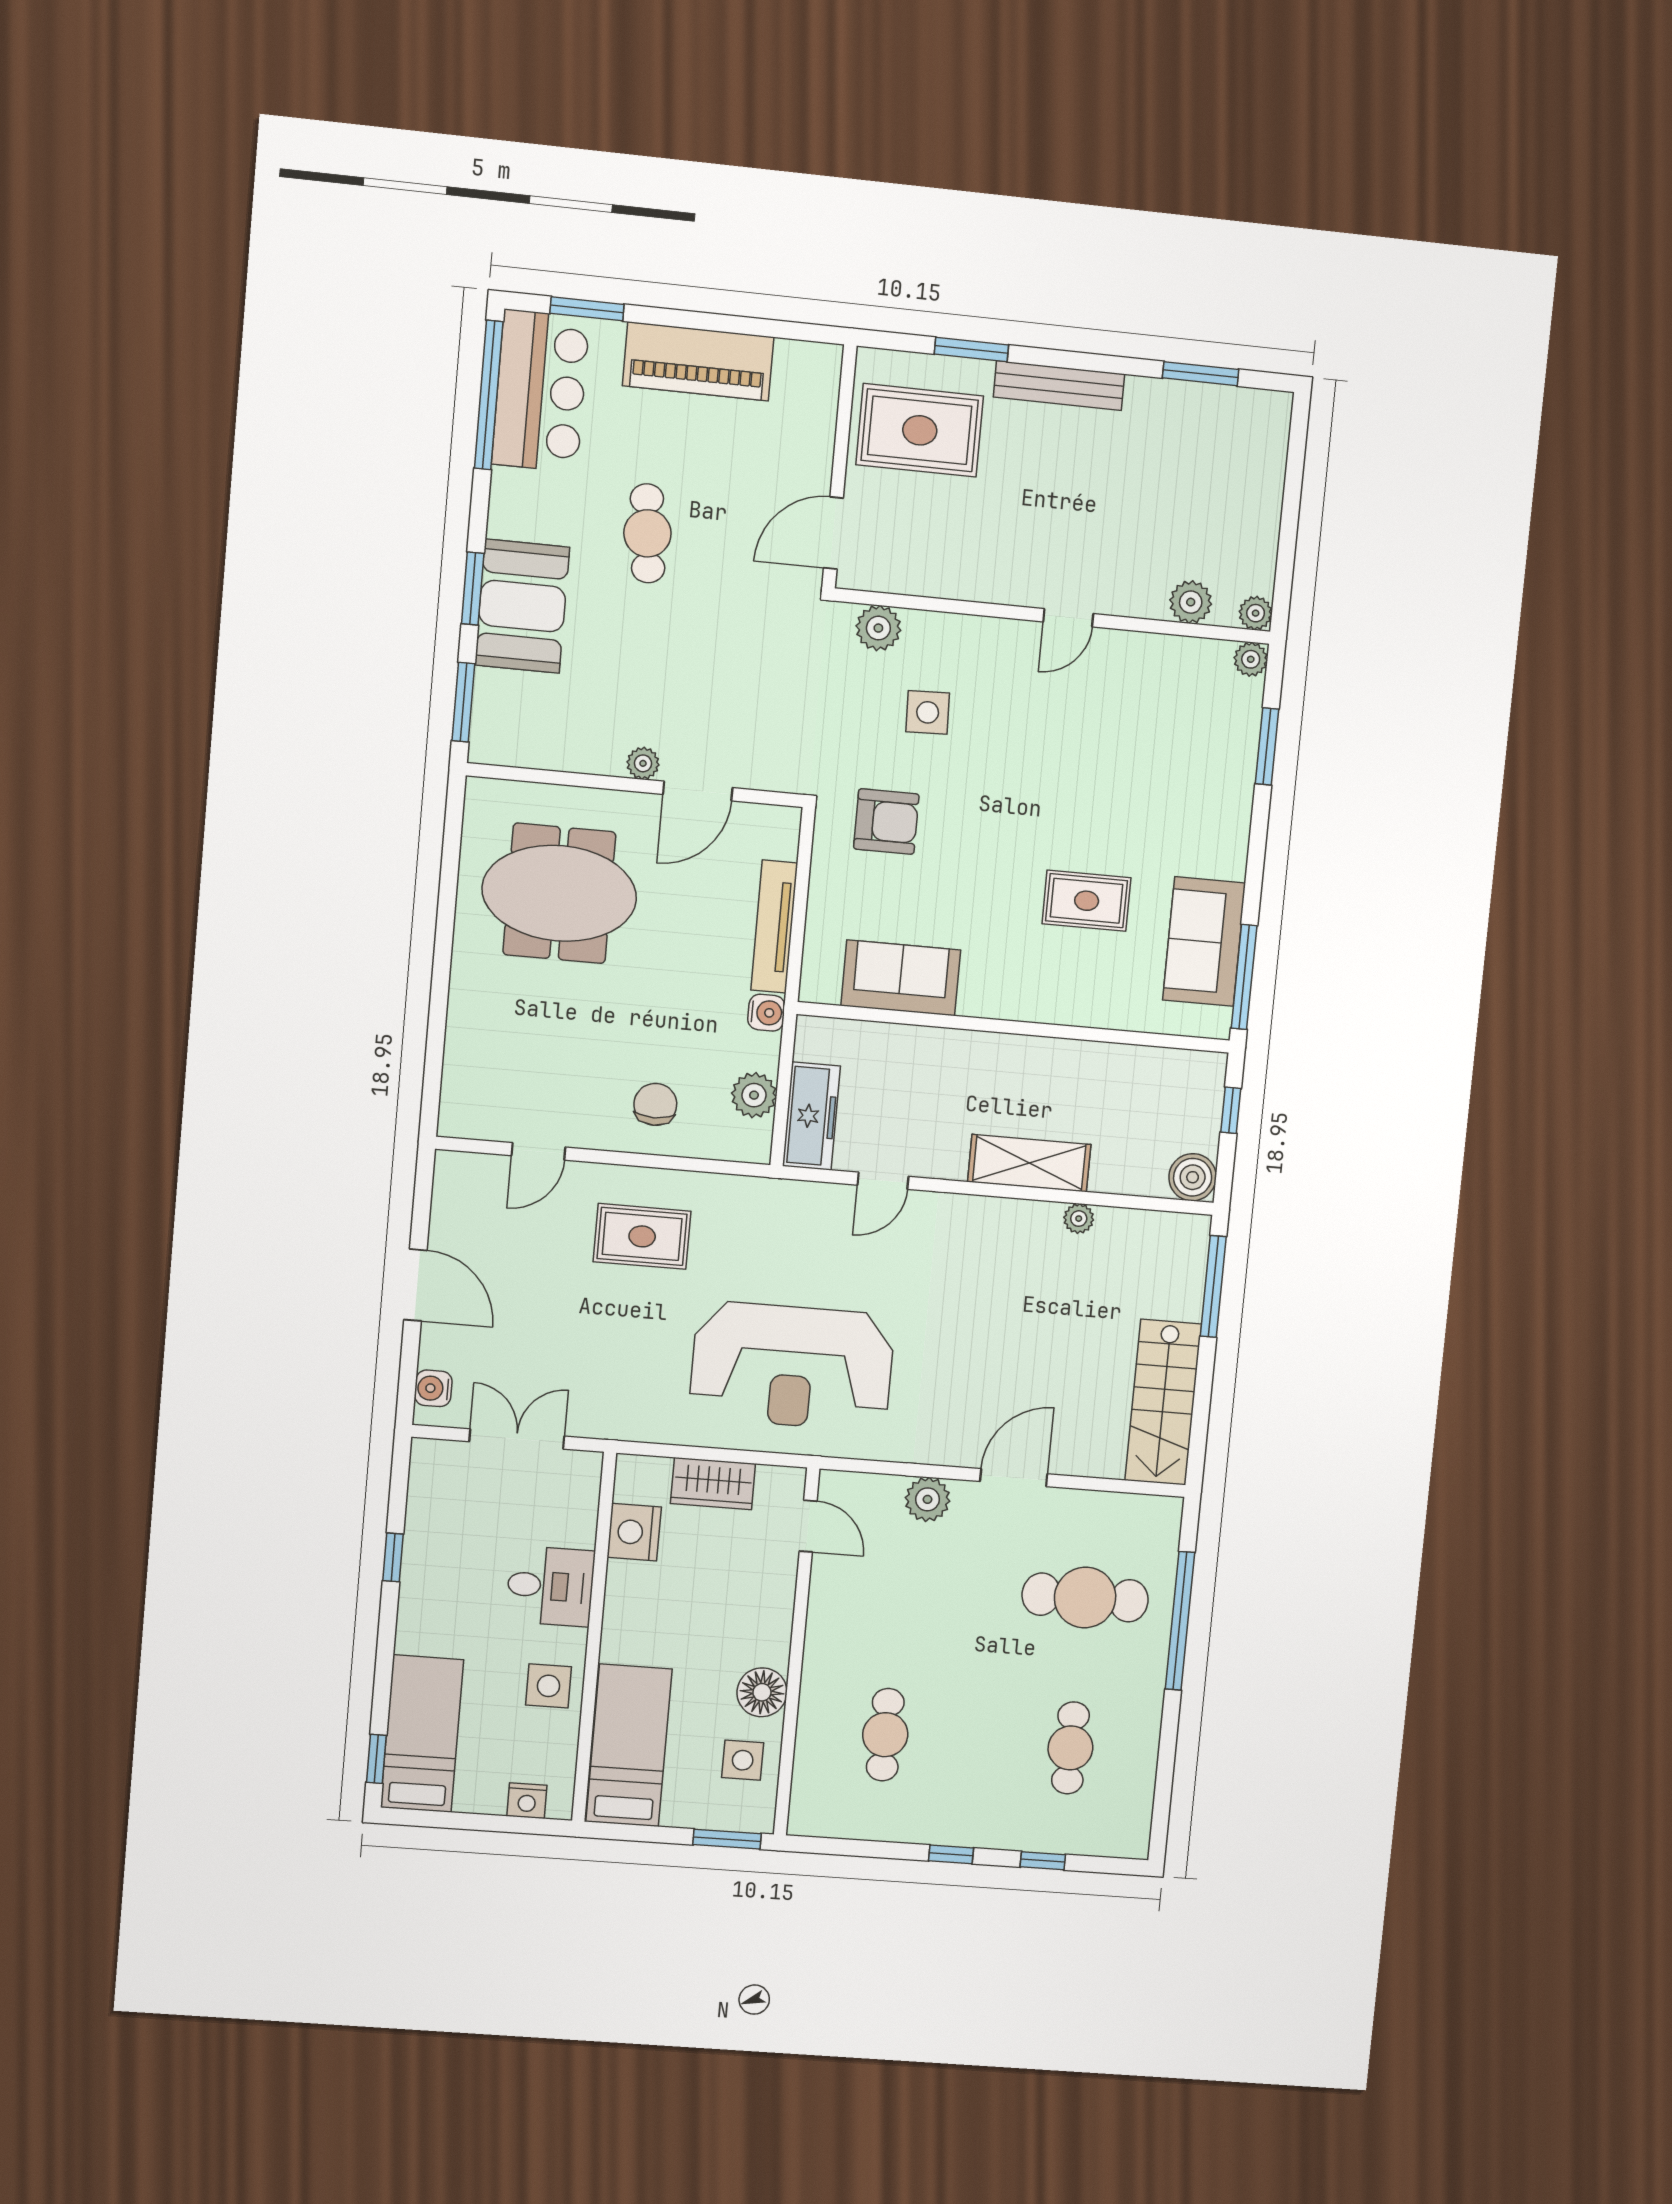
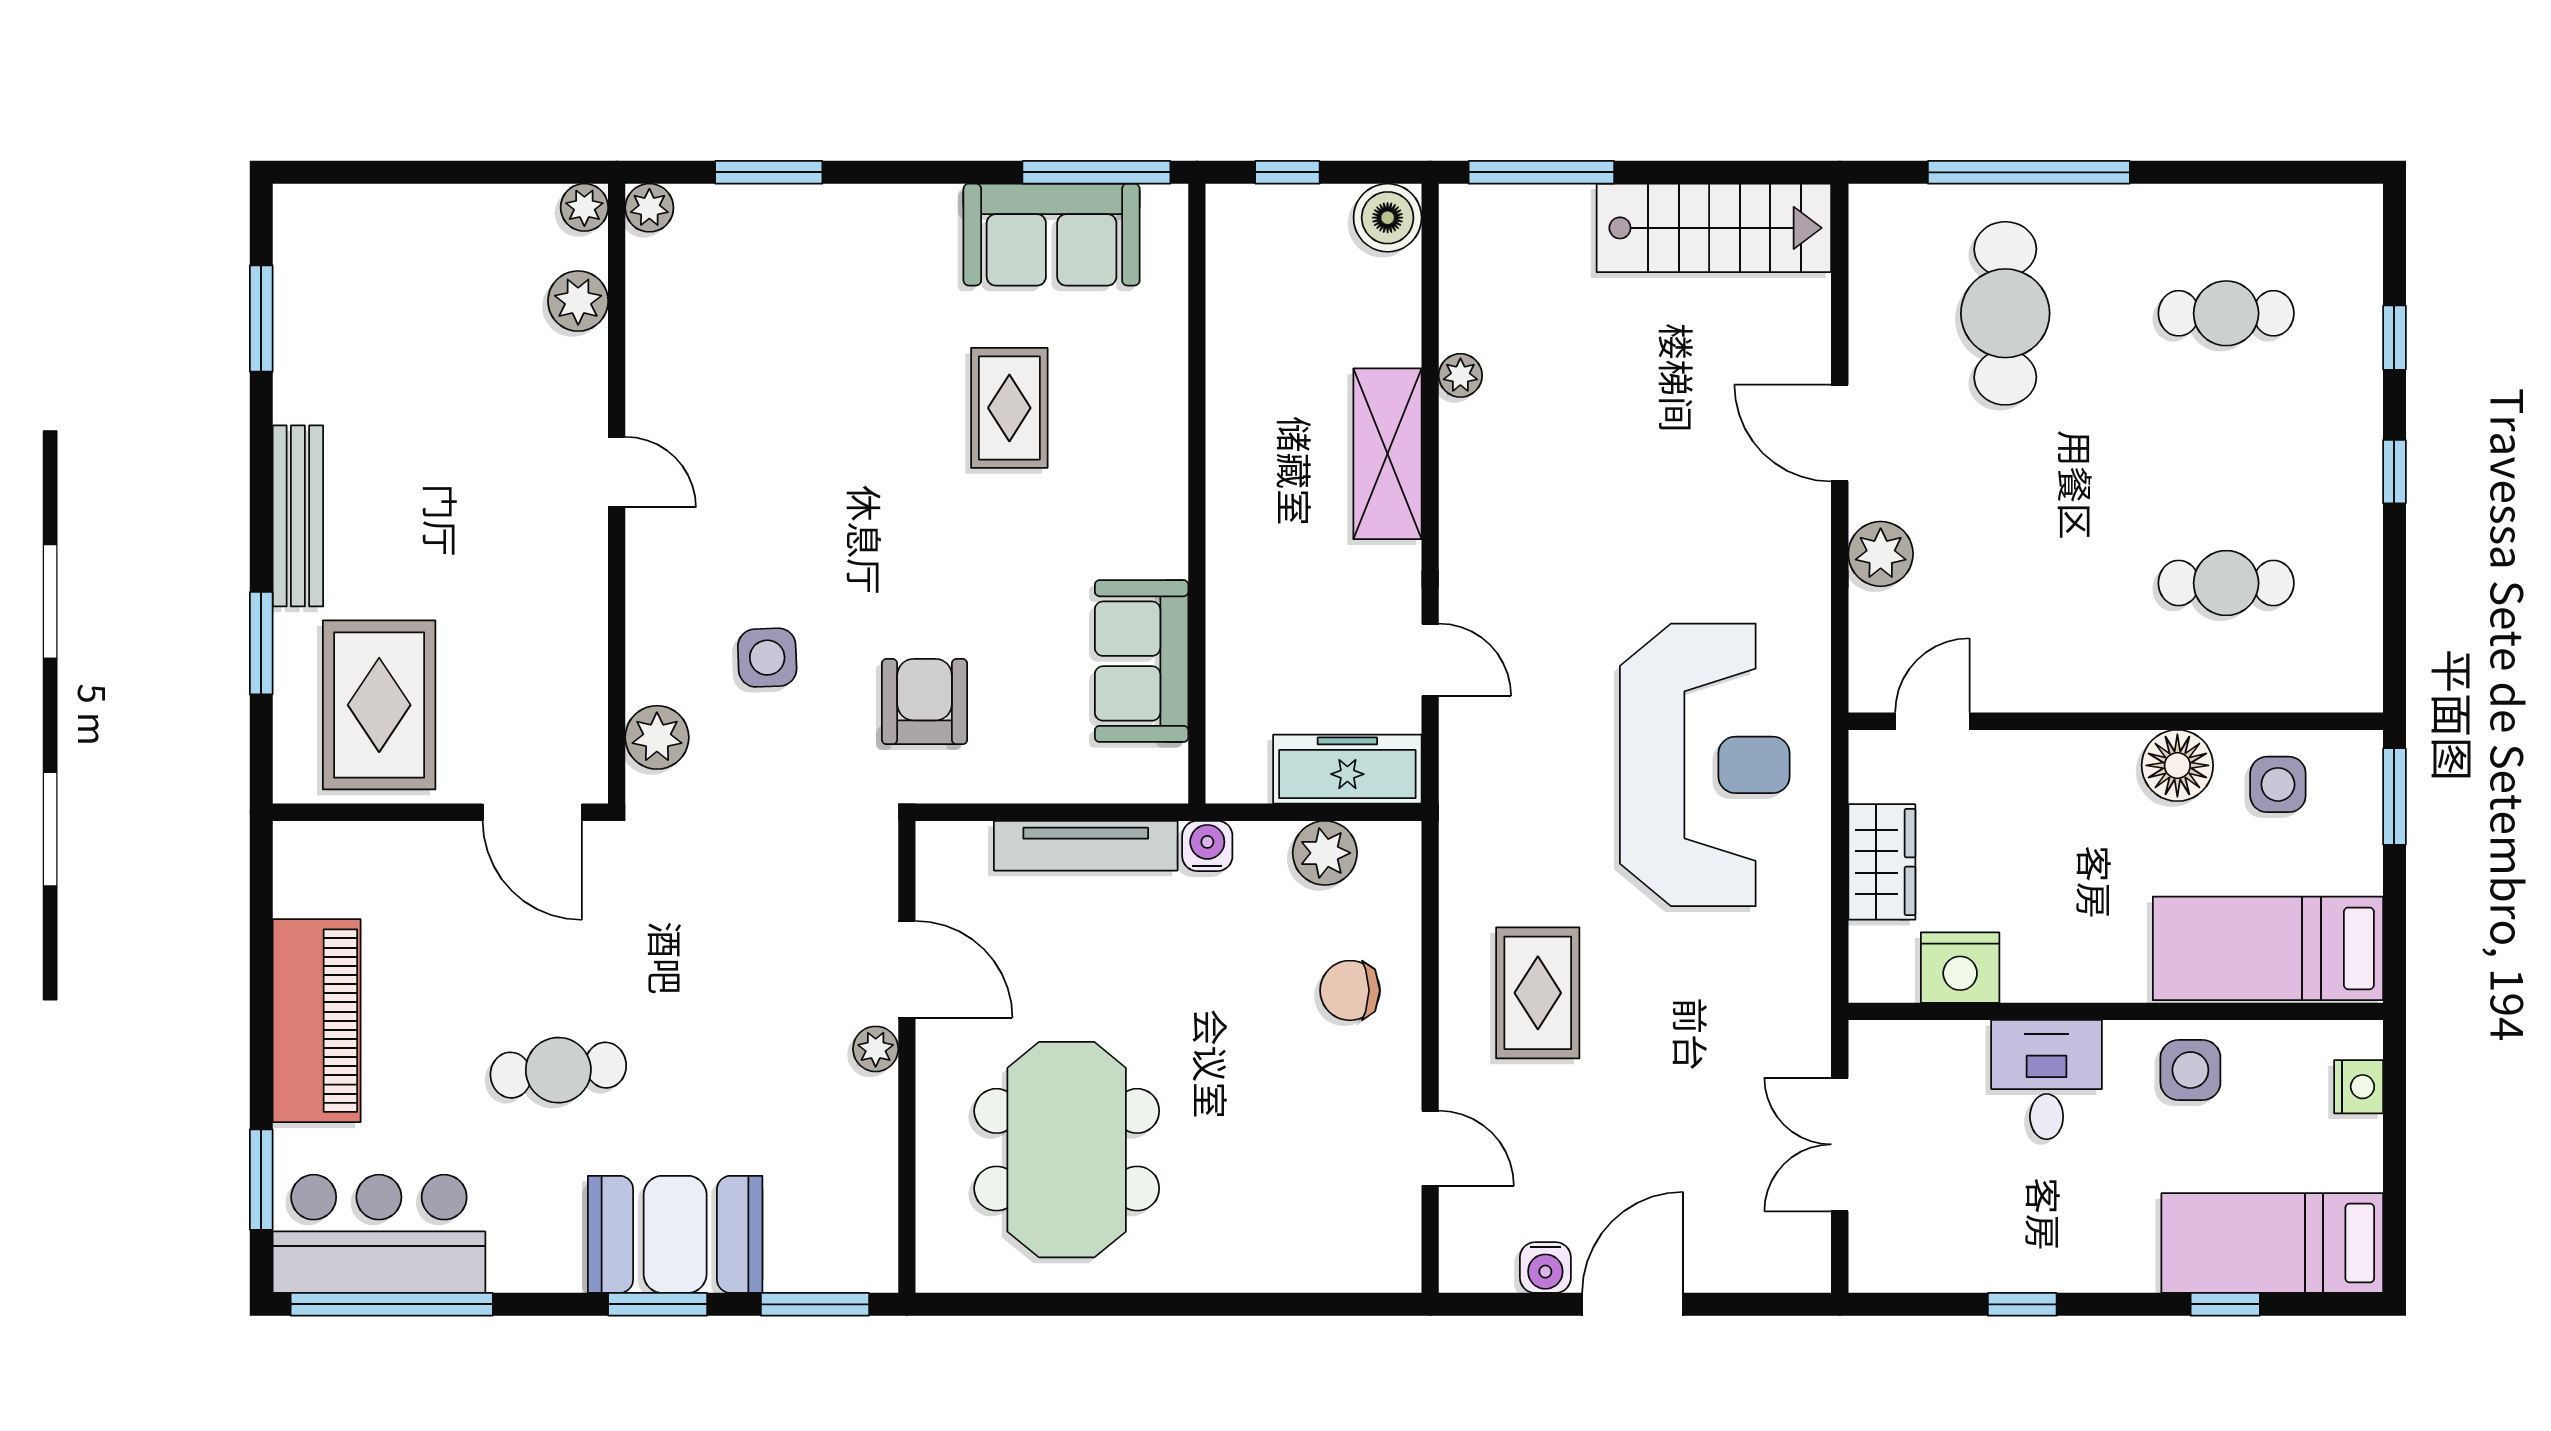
water cooler: (433, 1388) -> (1545, 1268), moved
window: (376, 1759) -> (2225, 1304), moved

